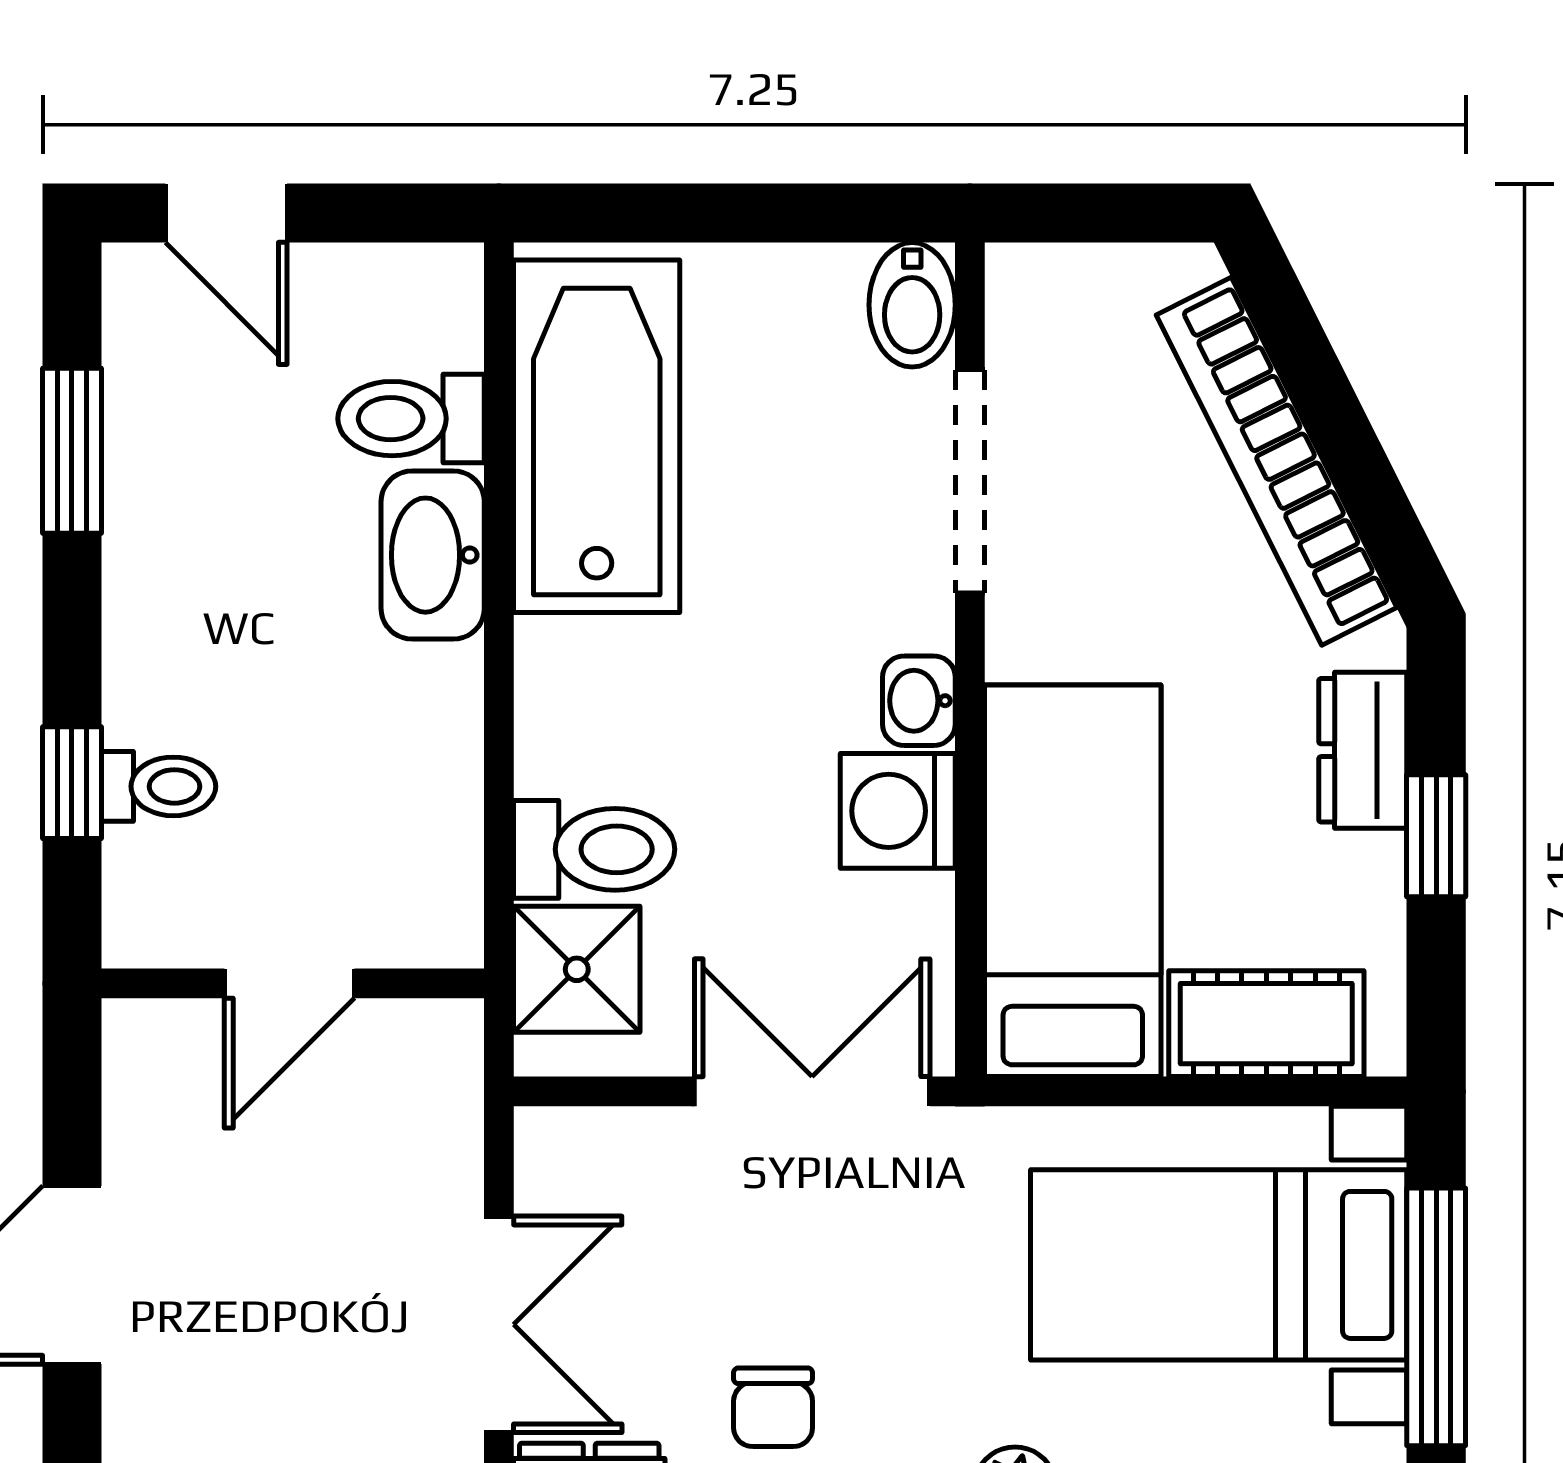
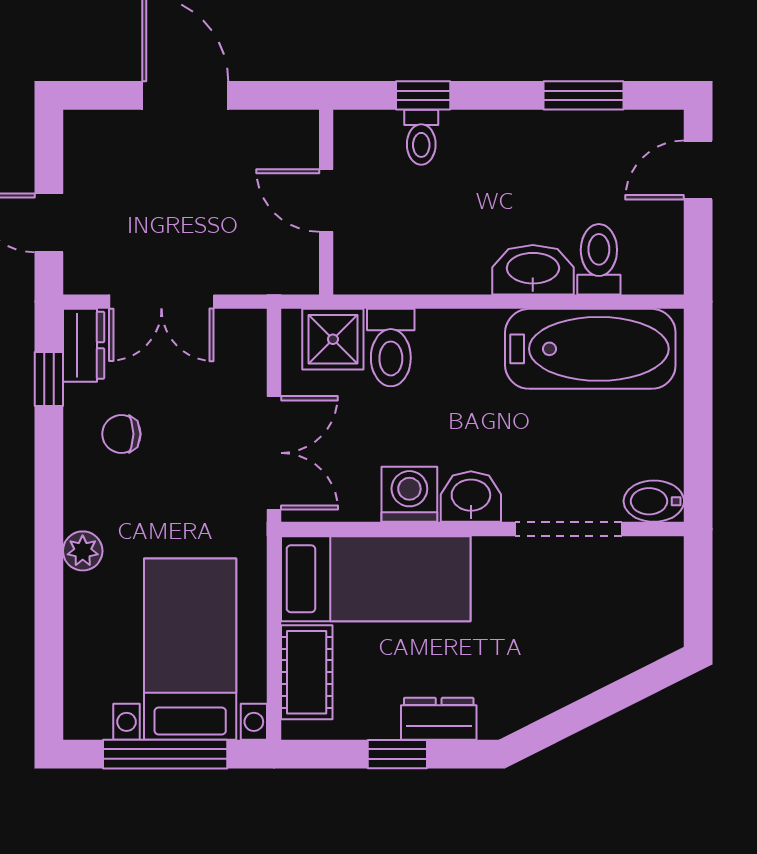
bookcase: (1277, 461) -> (578, 677), removed
washbasin: (919, 701) -> (471, 497), width x1.38, depth x1.45

